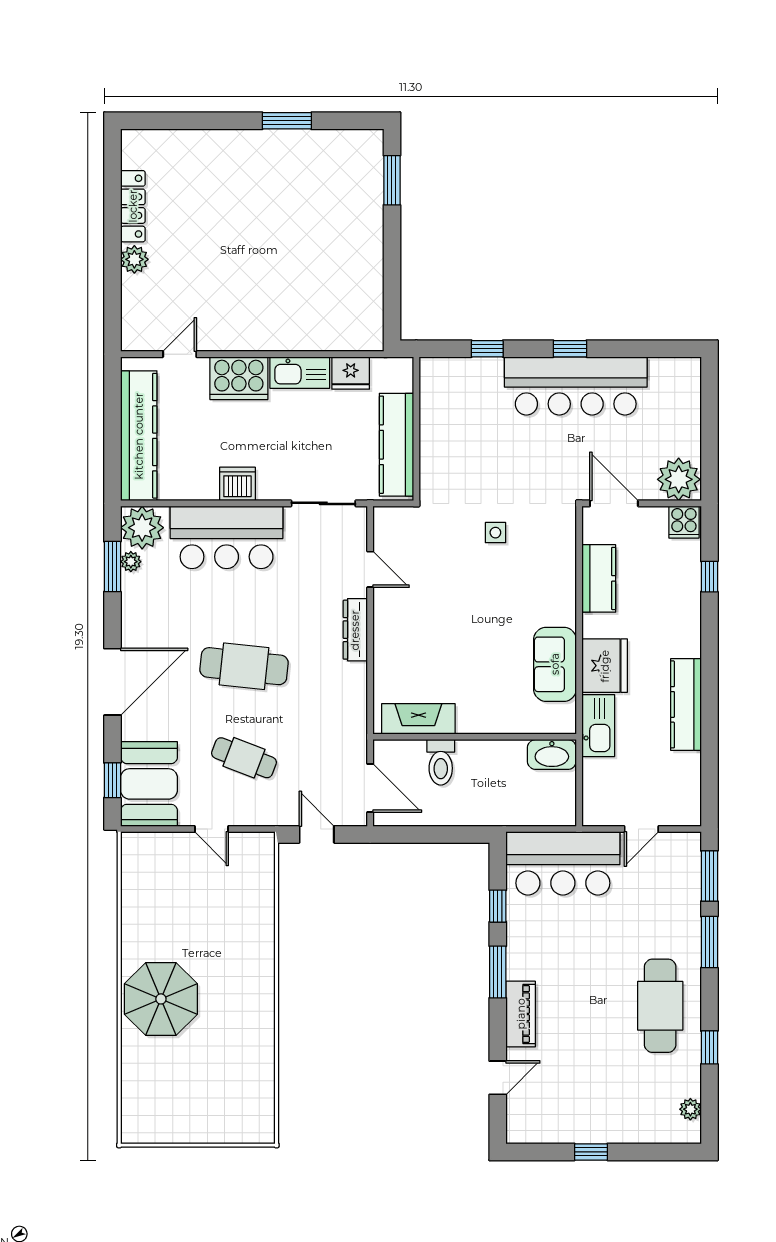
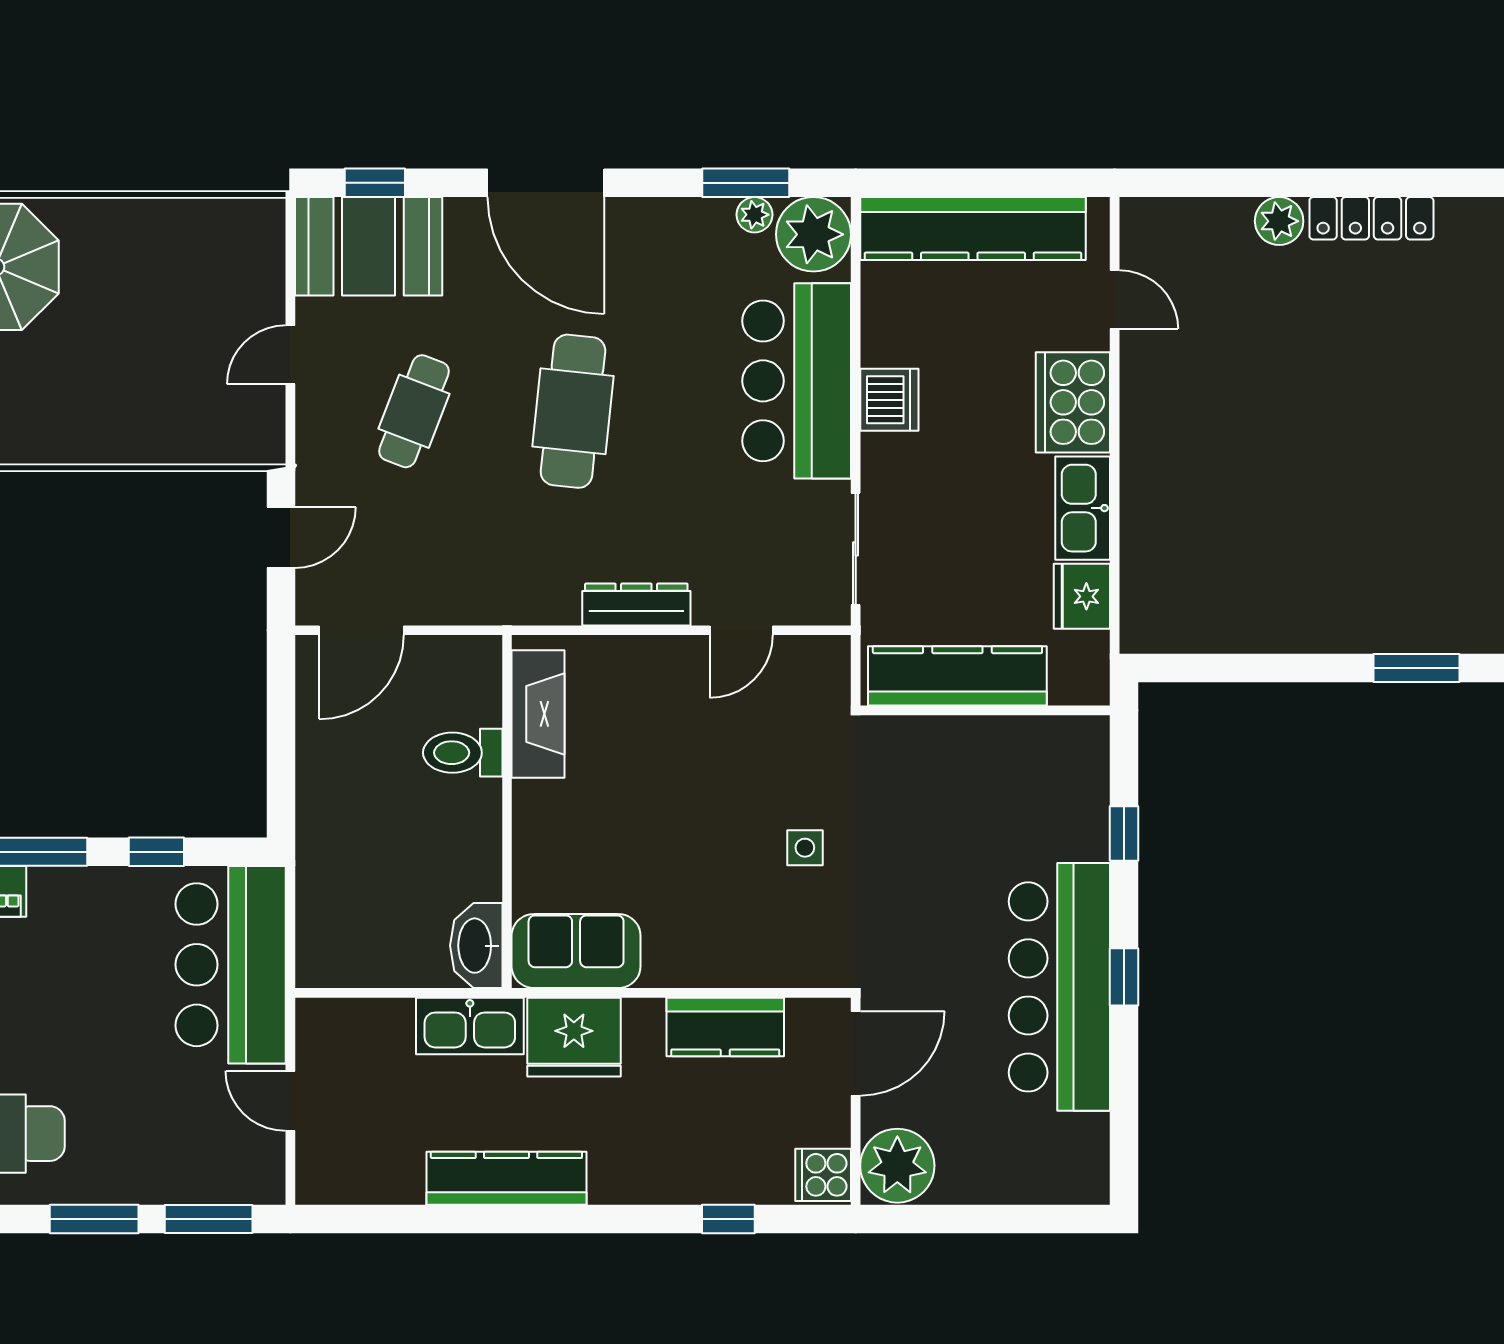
fireplace: (418, 719) -> (538, 714), moved
wall: (475, 737) -> (507, 812), moved
washbasin: (552, 754) -> (476, 946), moved
toilet: (441, 762) -> (463, 753), moved

